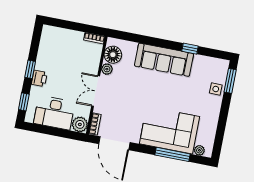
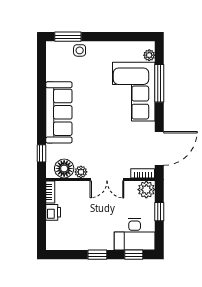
window: (190, 49) -> (41, 153), moved
printer: (39, 78) -> (53, 212), moved, turned 90
desk: (54, 113) -> (135, 234), moved, turned 90
window: (58, 132) -> (159, 212), added

